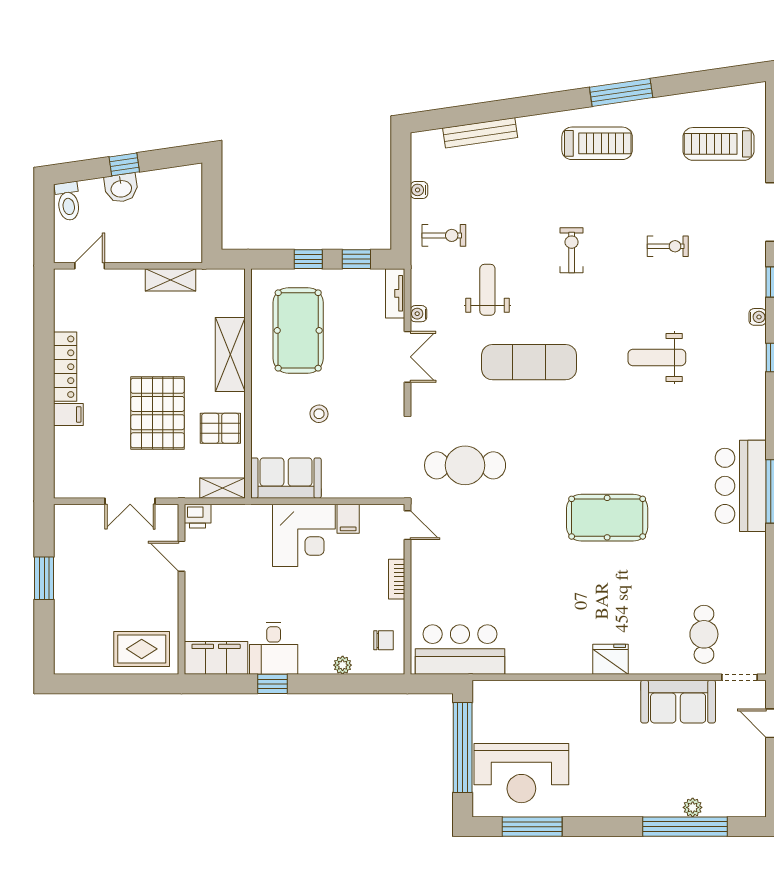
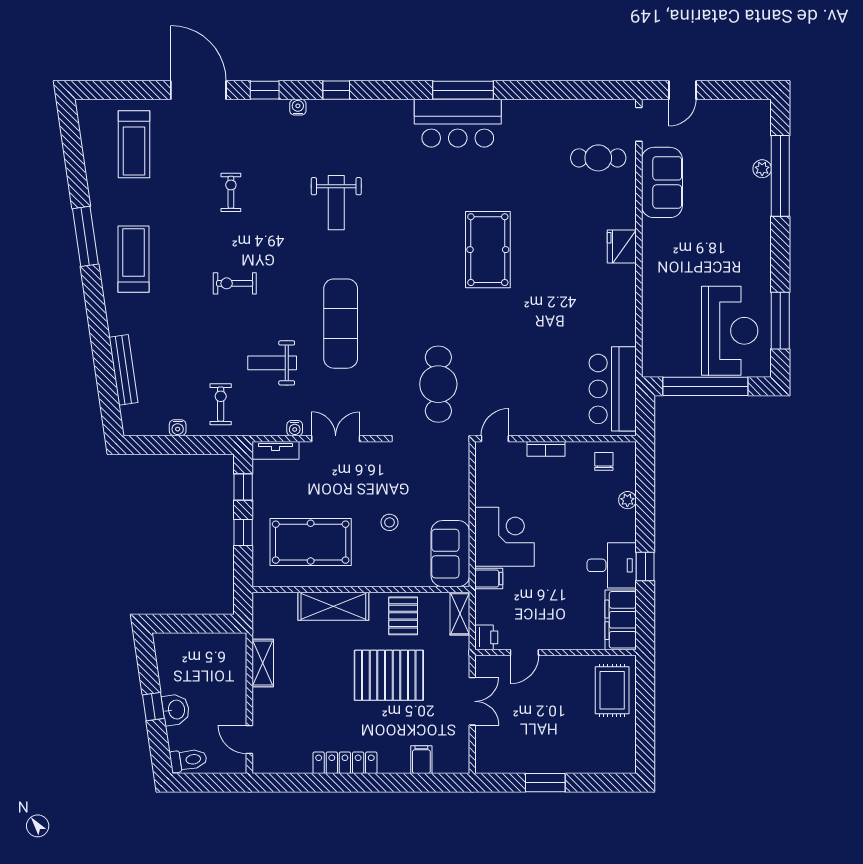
filing cabinet: (68, 414) -> (421, 760), moved
filing cabinet: (348, 519) -> (489, 578), moved

